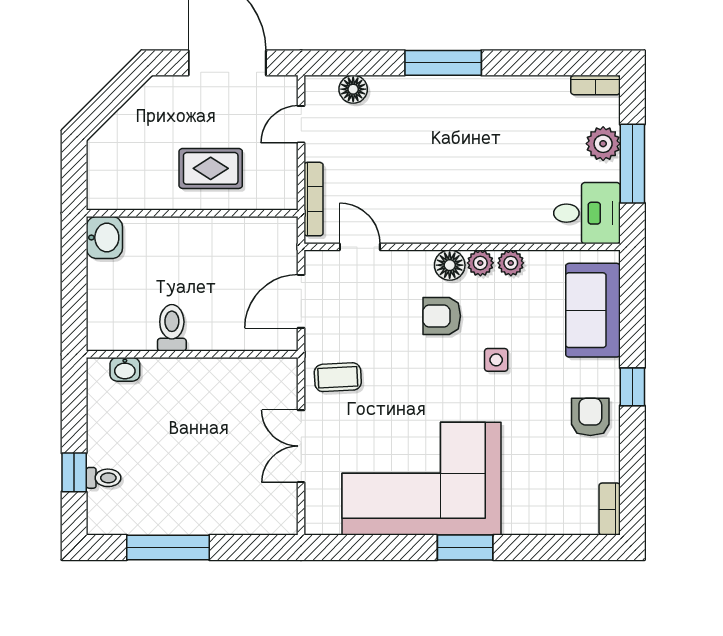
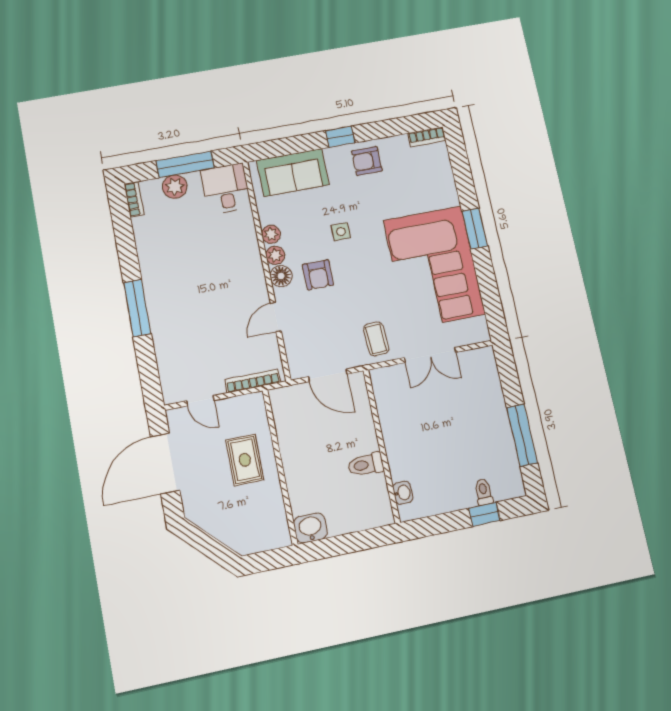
floor lamp: (353, 89) -> (168, 368), removed
door: (360, 247) -> (276, 317), moved

